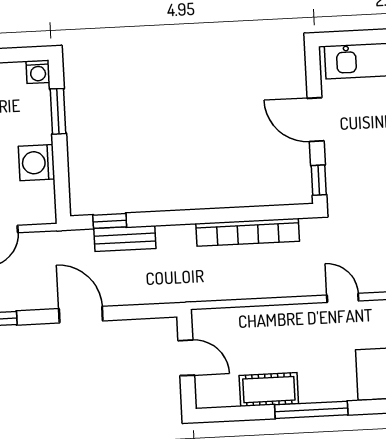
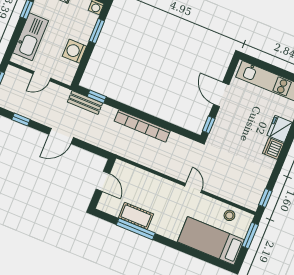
bookcase: (248, 232) -> (142, 126), moved
bench: (125, 238) -> (85, 102), moved
door: (81, 315) -> (61, 136), swing flipped
window: (311, 410) -> (136, 229), moved

